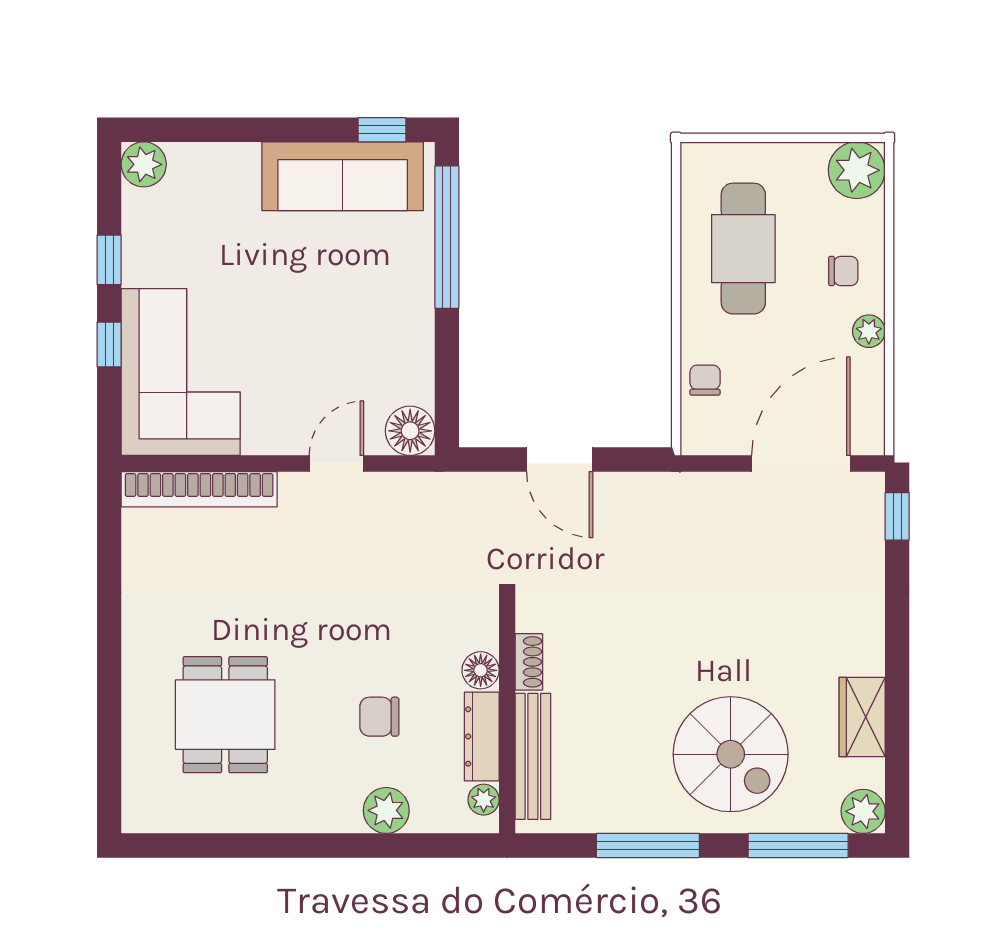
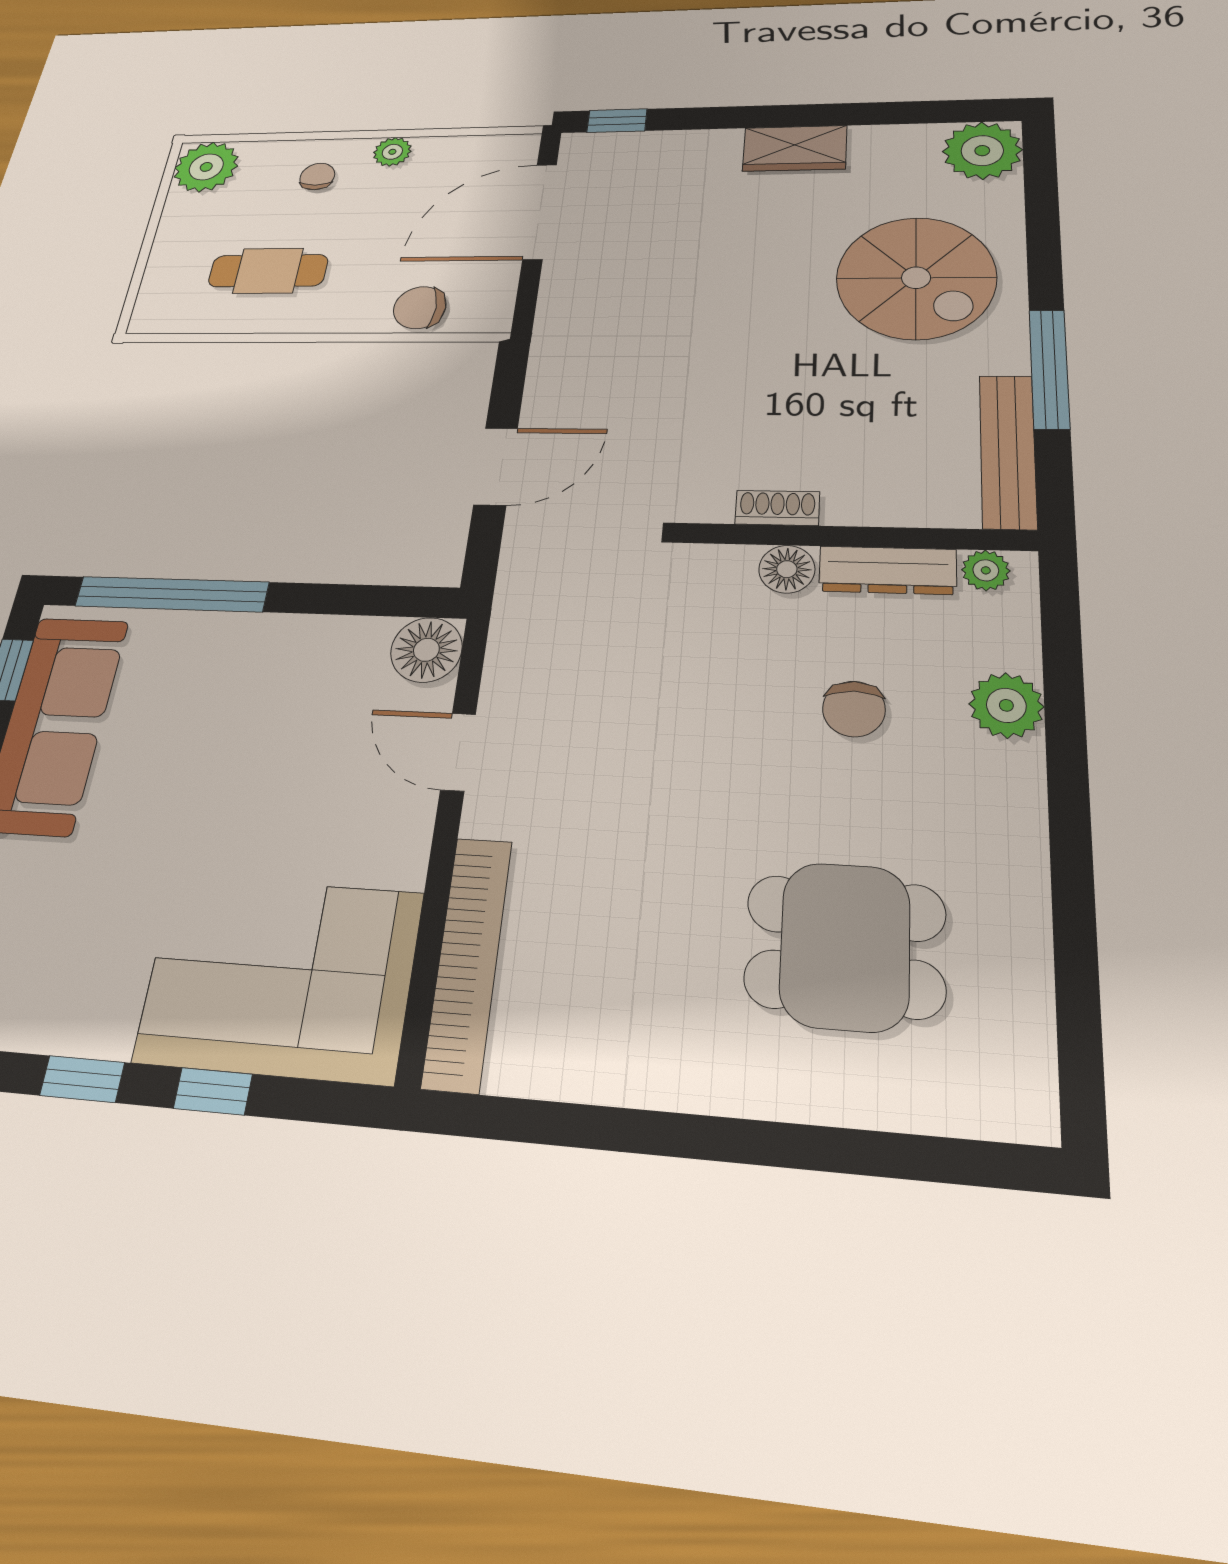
cafe table: (743, 249) -> (268, 271), width x0.73, depth x0.74
chair: (705, 380) -> (420, 308), width x1.37, depth x1.37
door: (801, 463) -> (540, 212), hinge flipped
wardrobe: (862, 717) -> (795, 148), moved
spiral stairs: (731, 754) -> (916, 278), turned 90
bench: (533, 756) -> (1008, 451), moved, turned 90
plant: (863, 811) -> (982, 151), width x1.36, depth x1.36
window: (798, 845) -> (1042, 206), removed

